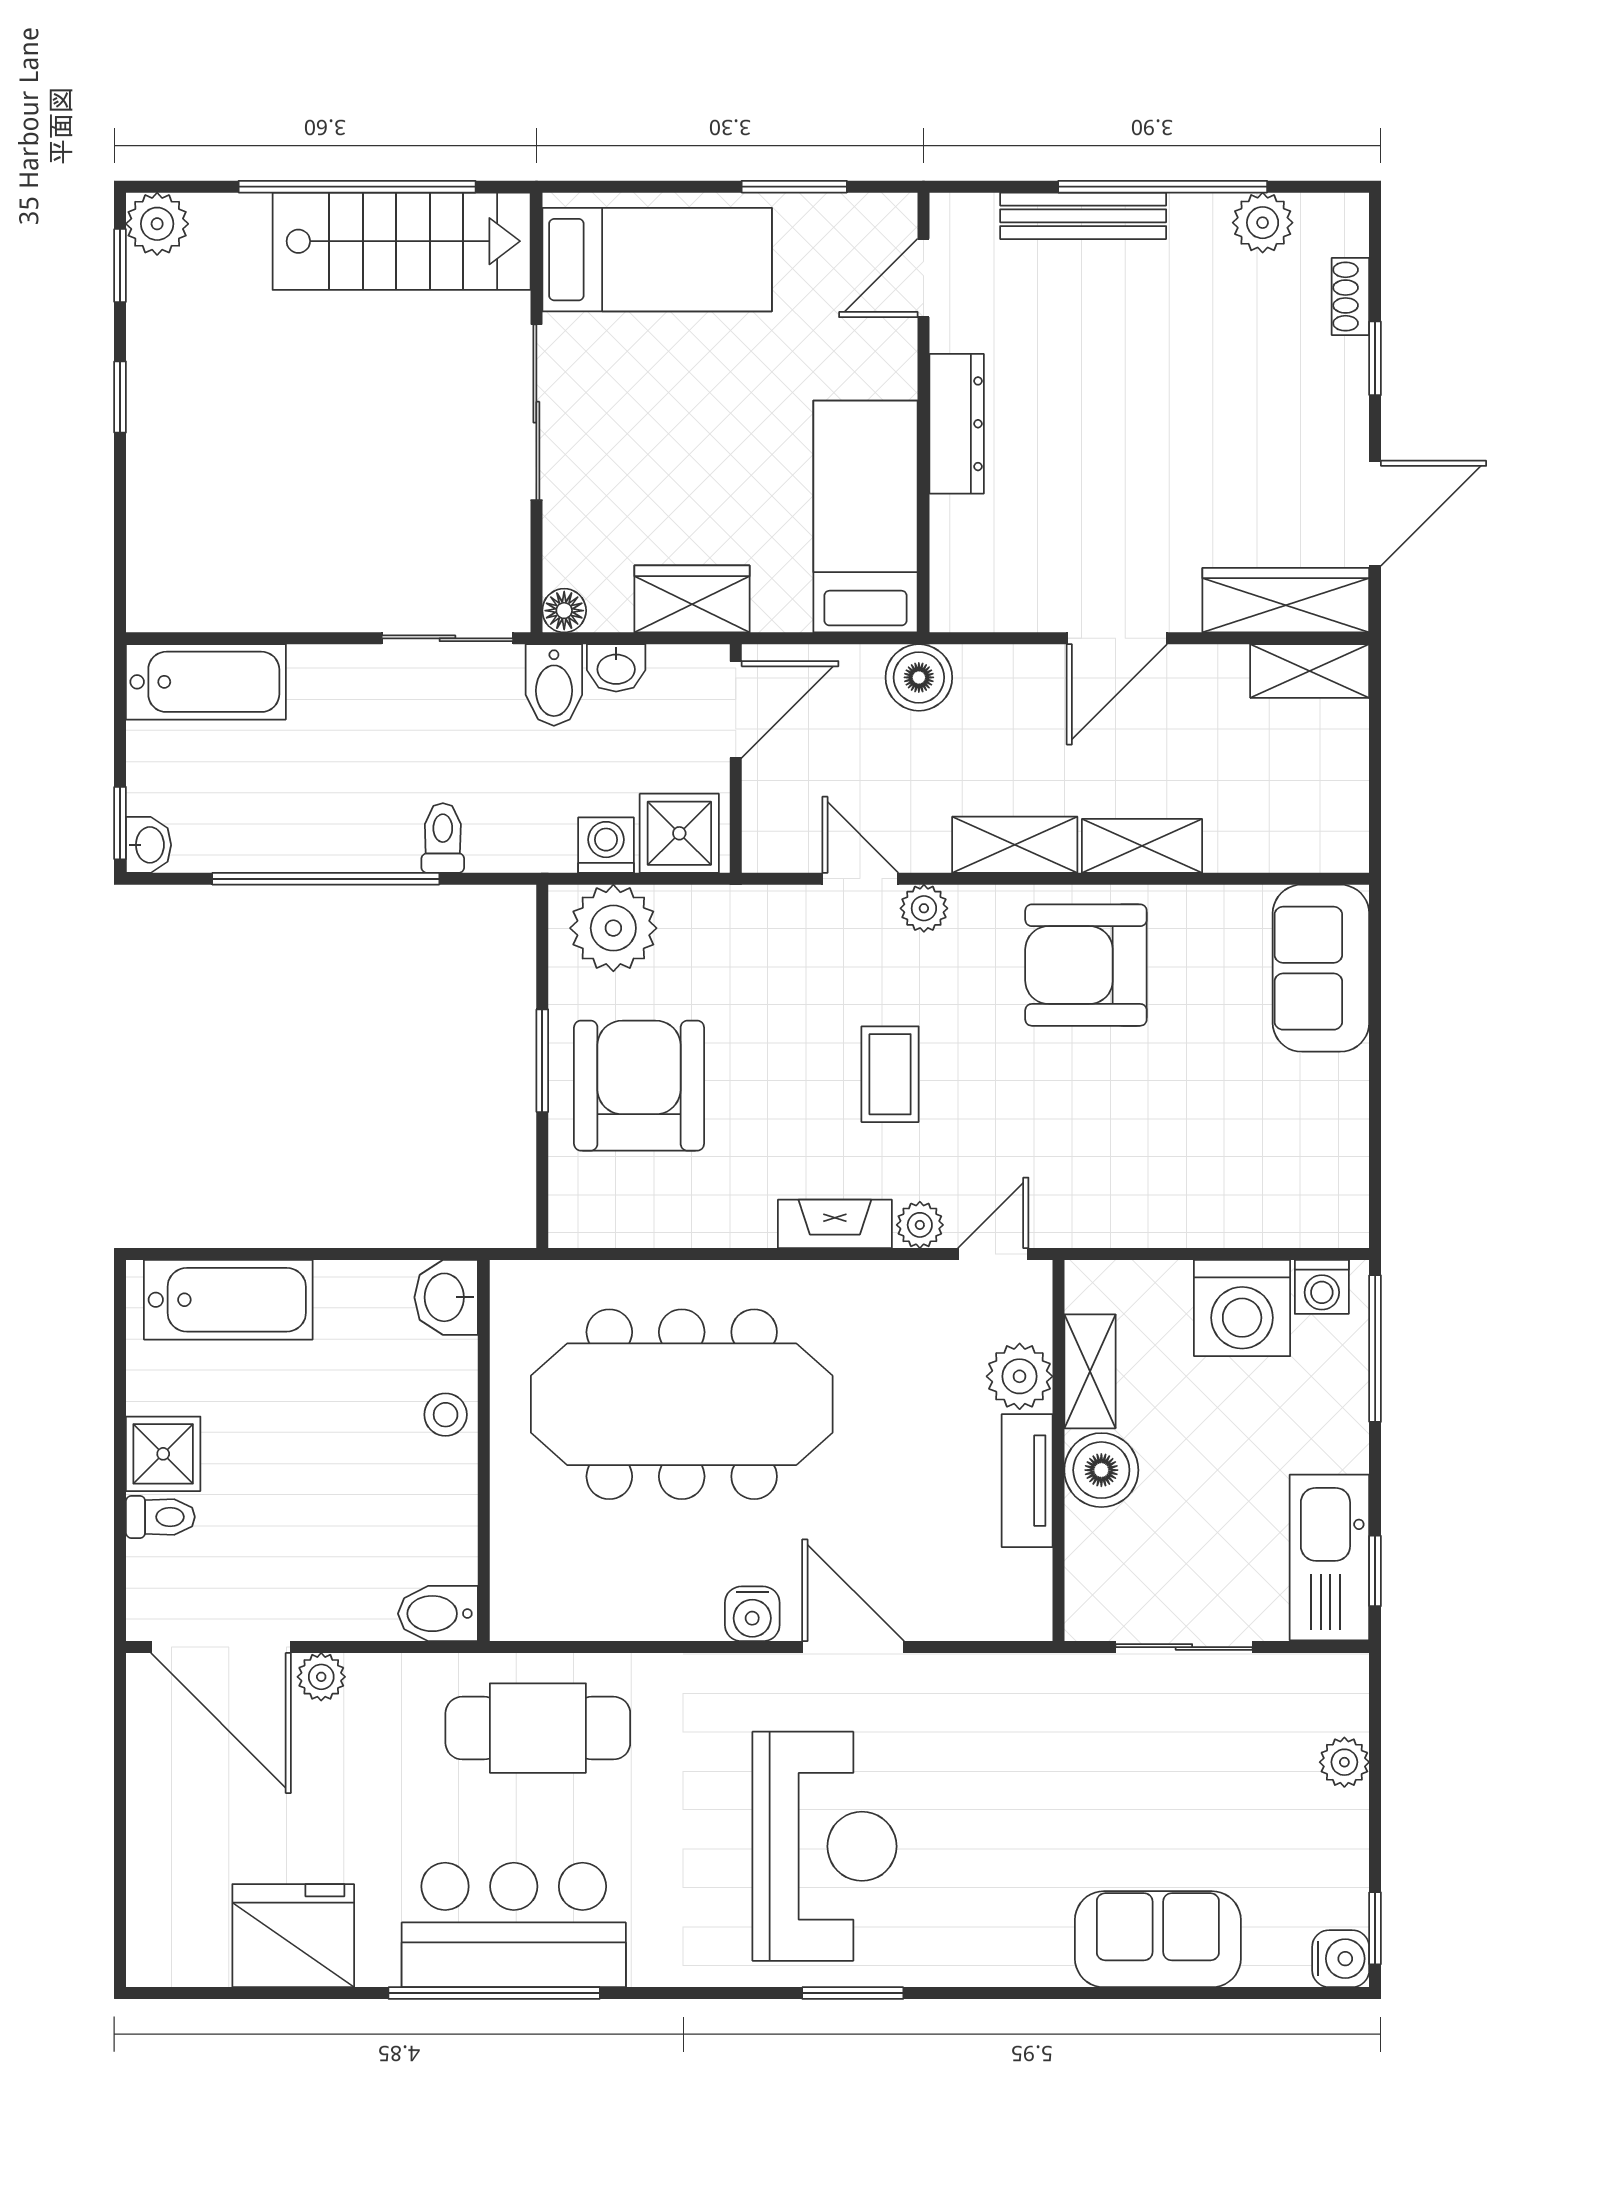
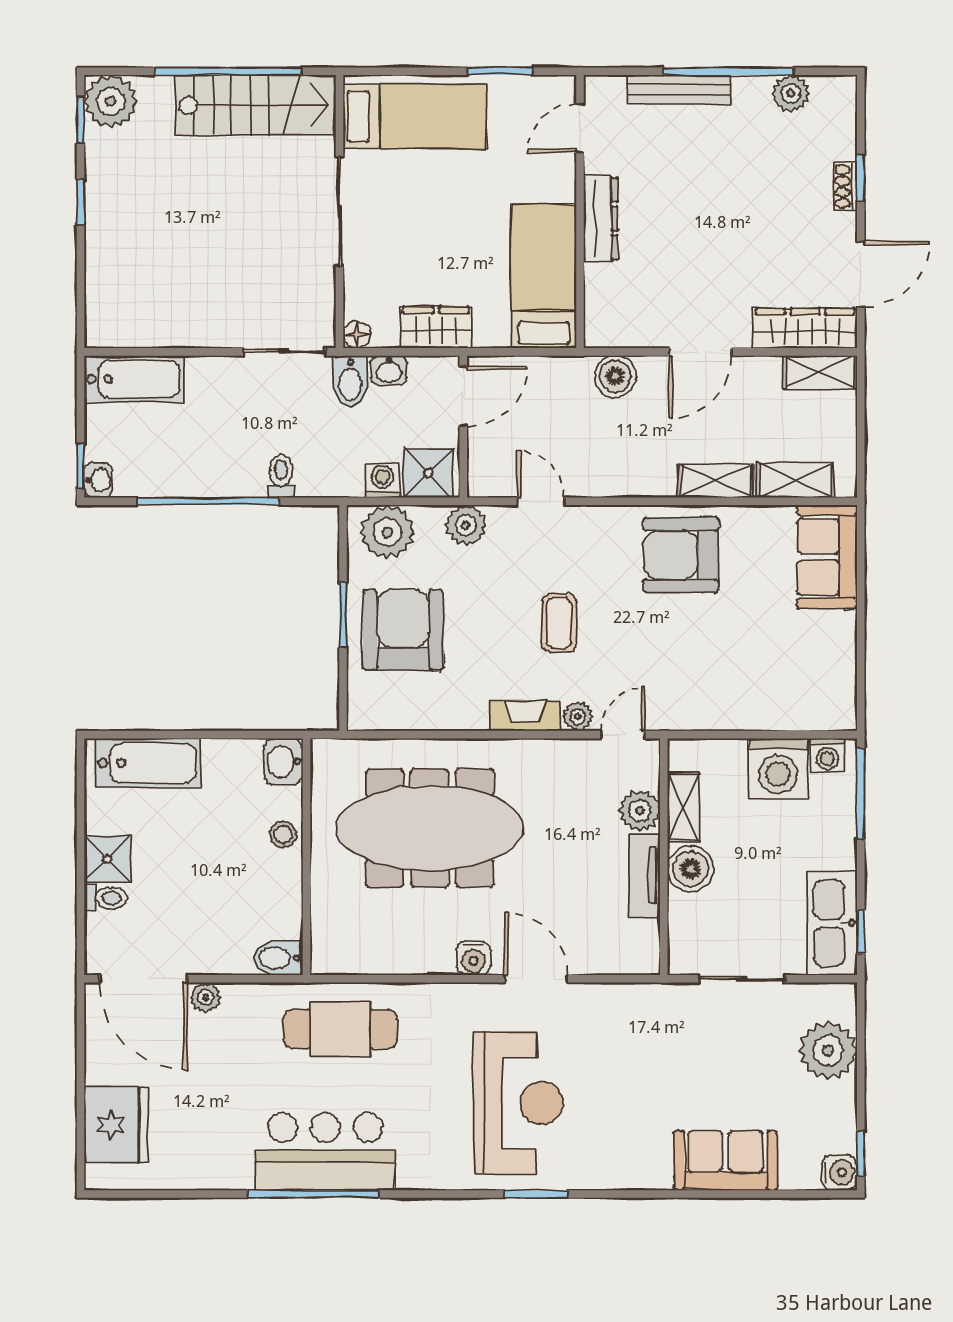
plant: (157, 224) -> (111, 101), width x1.36, depth x1.36
shoe rack: (1350, 297) -> (845, 187), moved
boiler: (919, 677) -> (615, 376), moved
shelving: (1015, 845) -> (795, 480), moved
plant: (924, 908) -> (466, 525), moved, width x1.38, depth x1.38
plant: (1344, 1762) -> (828, 1050), width x1.87, depth x1.87
fridge: (293, 1936) -> (116, 1125), moved, turned 90

